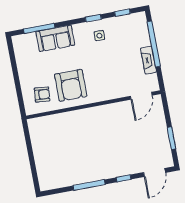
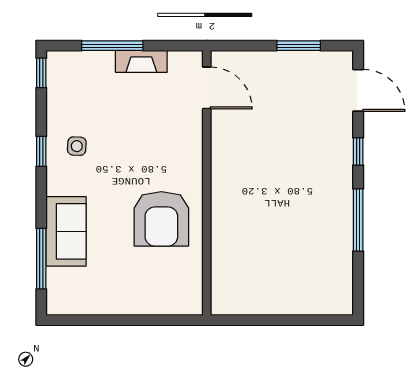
window: (122, 13) -> (41, 73), moved
window: (154, 44) -> (112, 46), width x0.68
armchair: (71, 85) -> (161, 219), turned 90
armchair: (42, 94) -> (169, 277), removed

